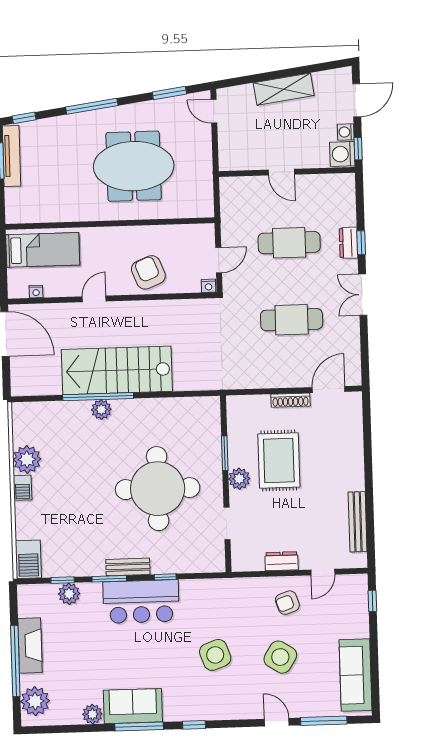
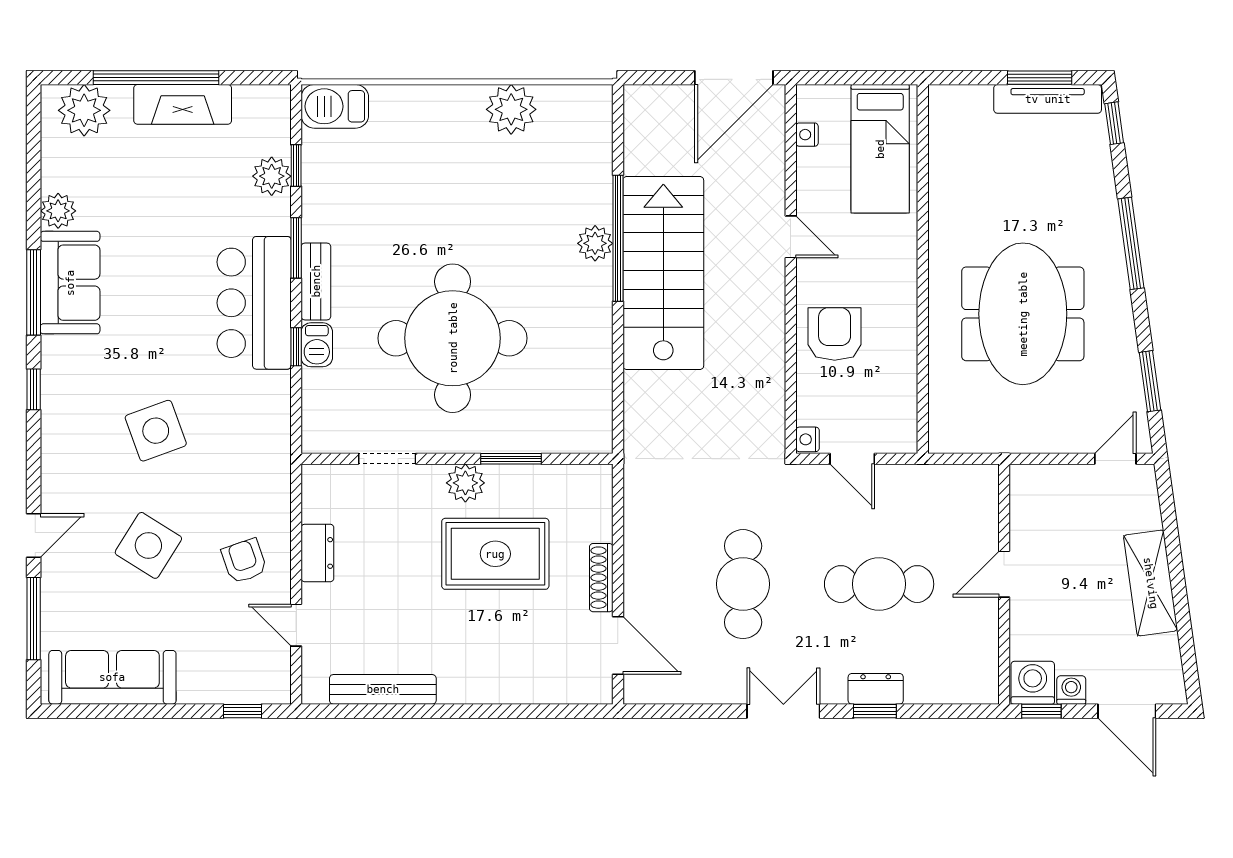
cafe table: (289, 243) -> (879, 584), turned 90
armchair: (148, 272) -> (835, 334), turned -68
barbecue: (23, 488) -> (317, 345), moved, turned -90

